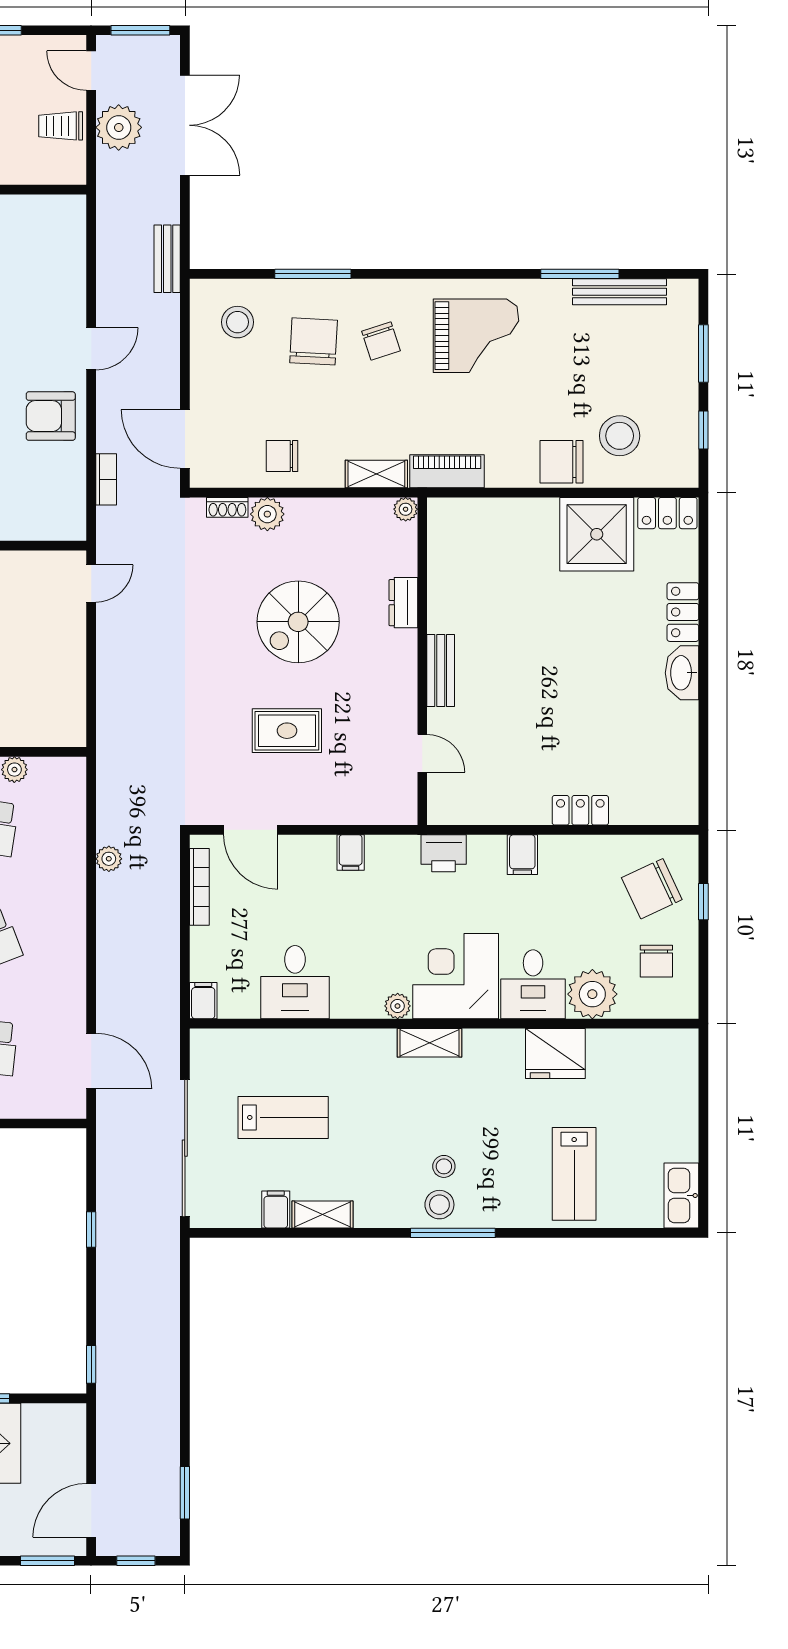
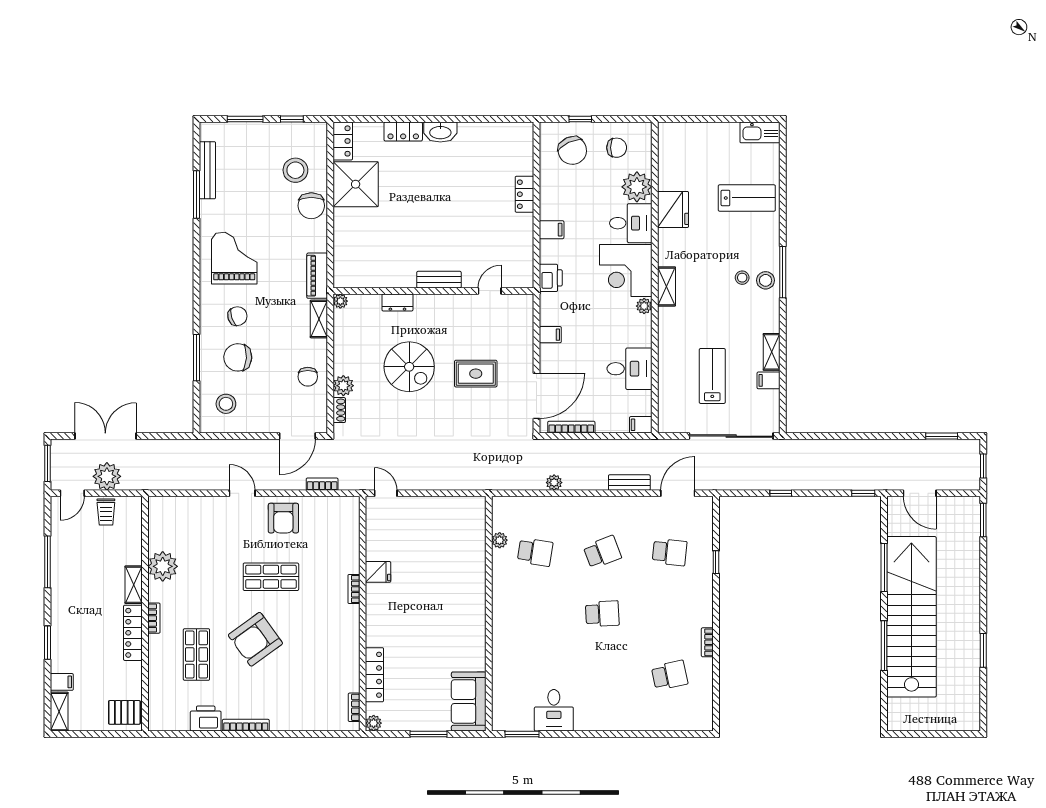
bench: (167, 259) -> (629, 483), moved
rug: (287, 731) -> (476, 374), turned 90
door: (251, 830) -> (536, 396), width x1.36
door: (91, 1510) -> (920, 493), moved

